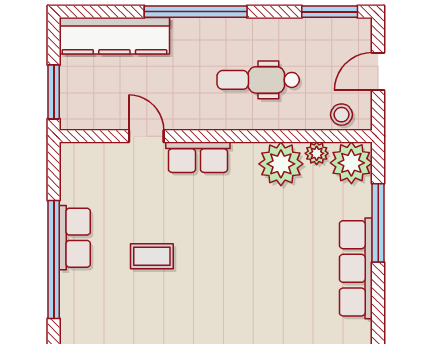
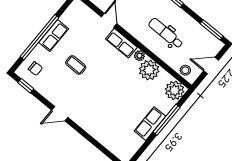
plant: (317, 153) -> (139, 56), moved
row of seats: (356, 268) -> (150, 124), width x0.68
chair: (90, 318) -> (35, 69), added

